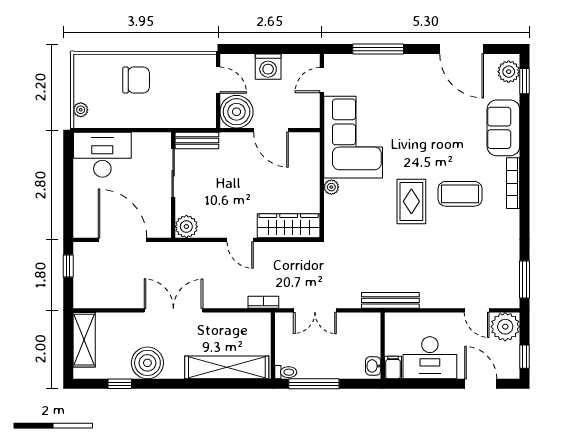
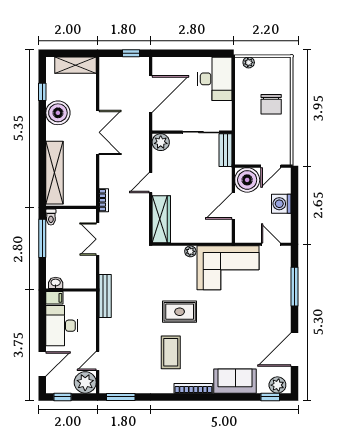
coffee table: (460, 194) -> (171, 352), moved

